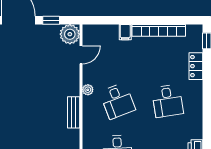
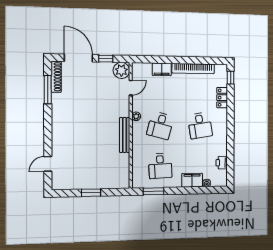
filing cabinet: (125, 32) -> (162, 69), width x2.00
desk: (118, 101) -> (160, 125), turned 36
bench: (74, 112) -> (125, 135), width x1.36

